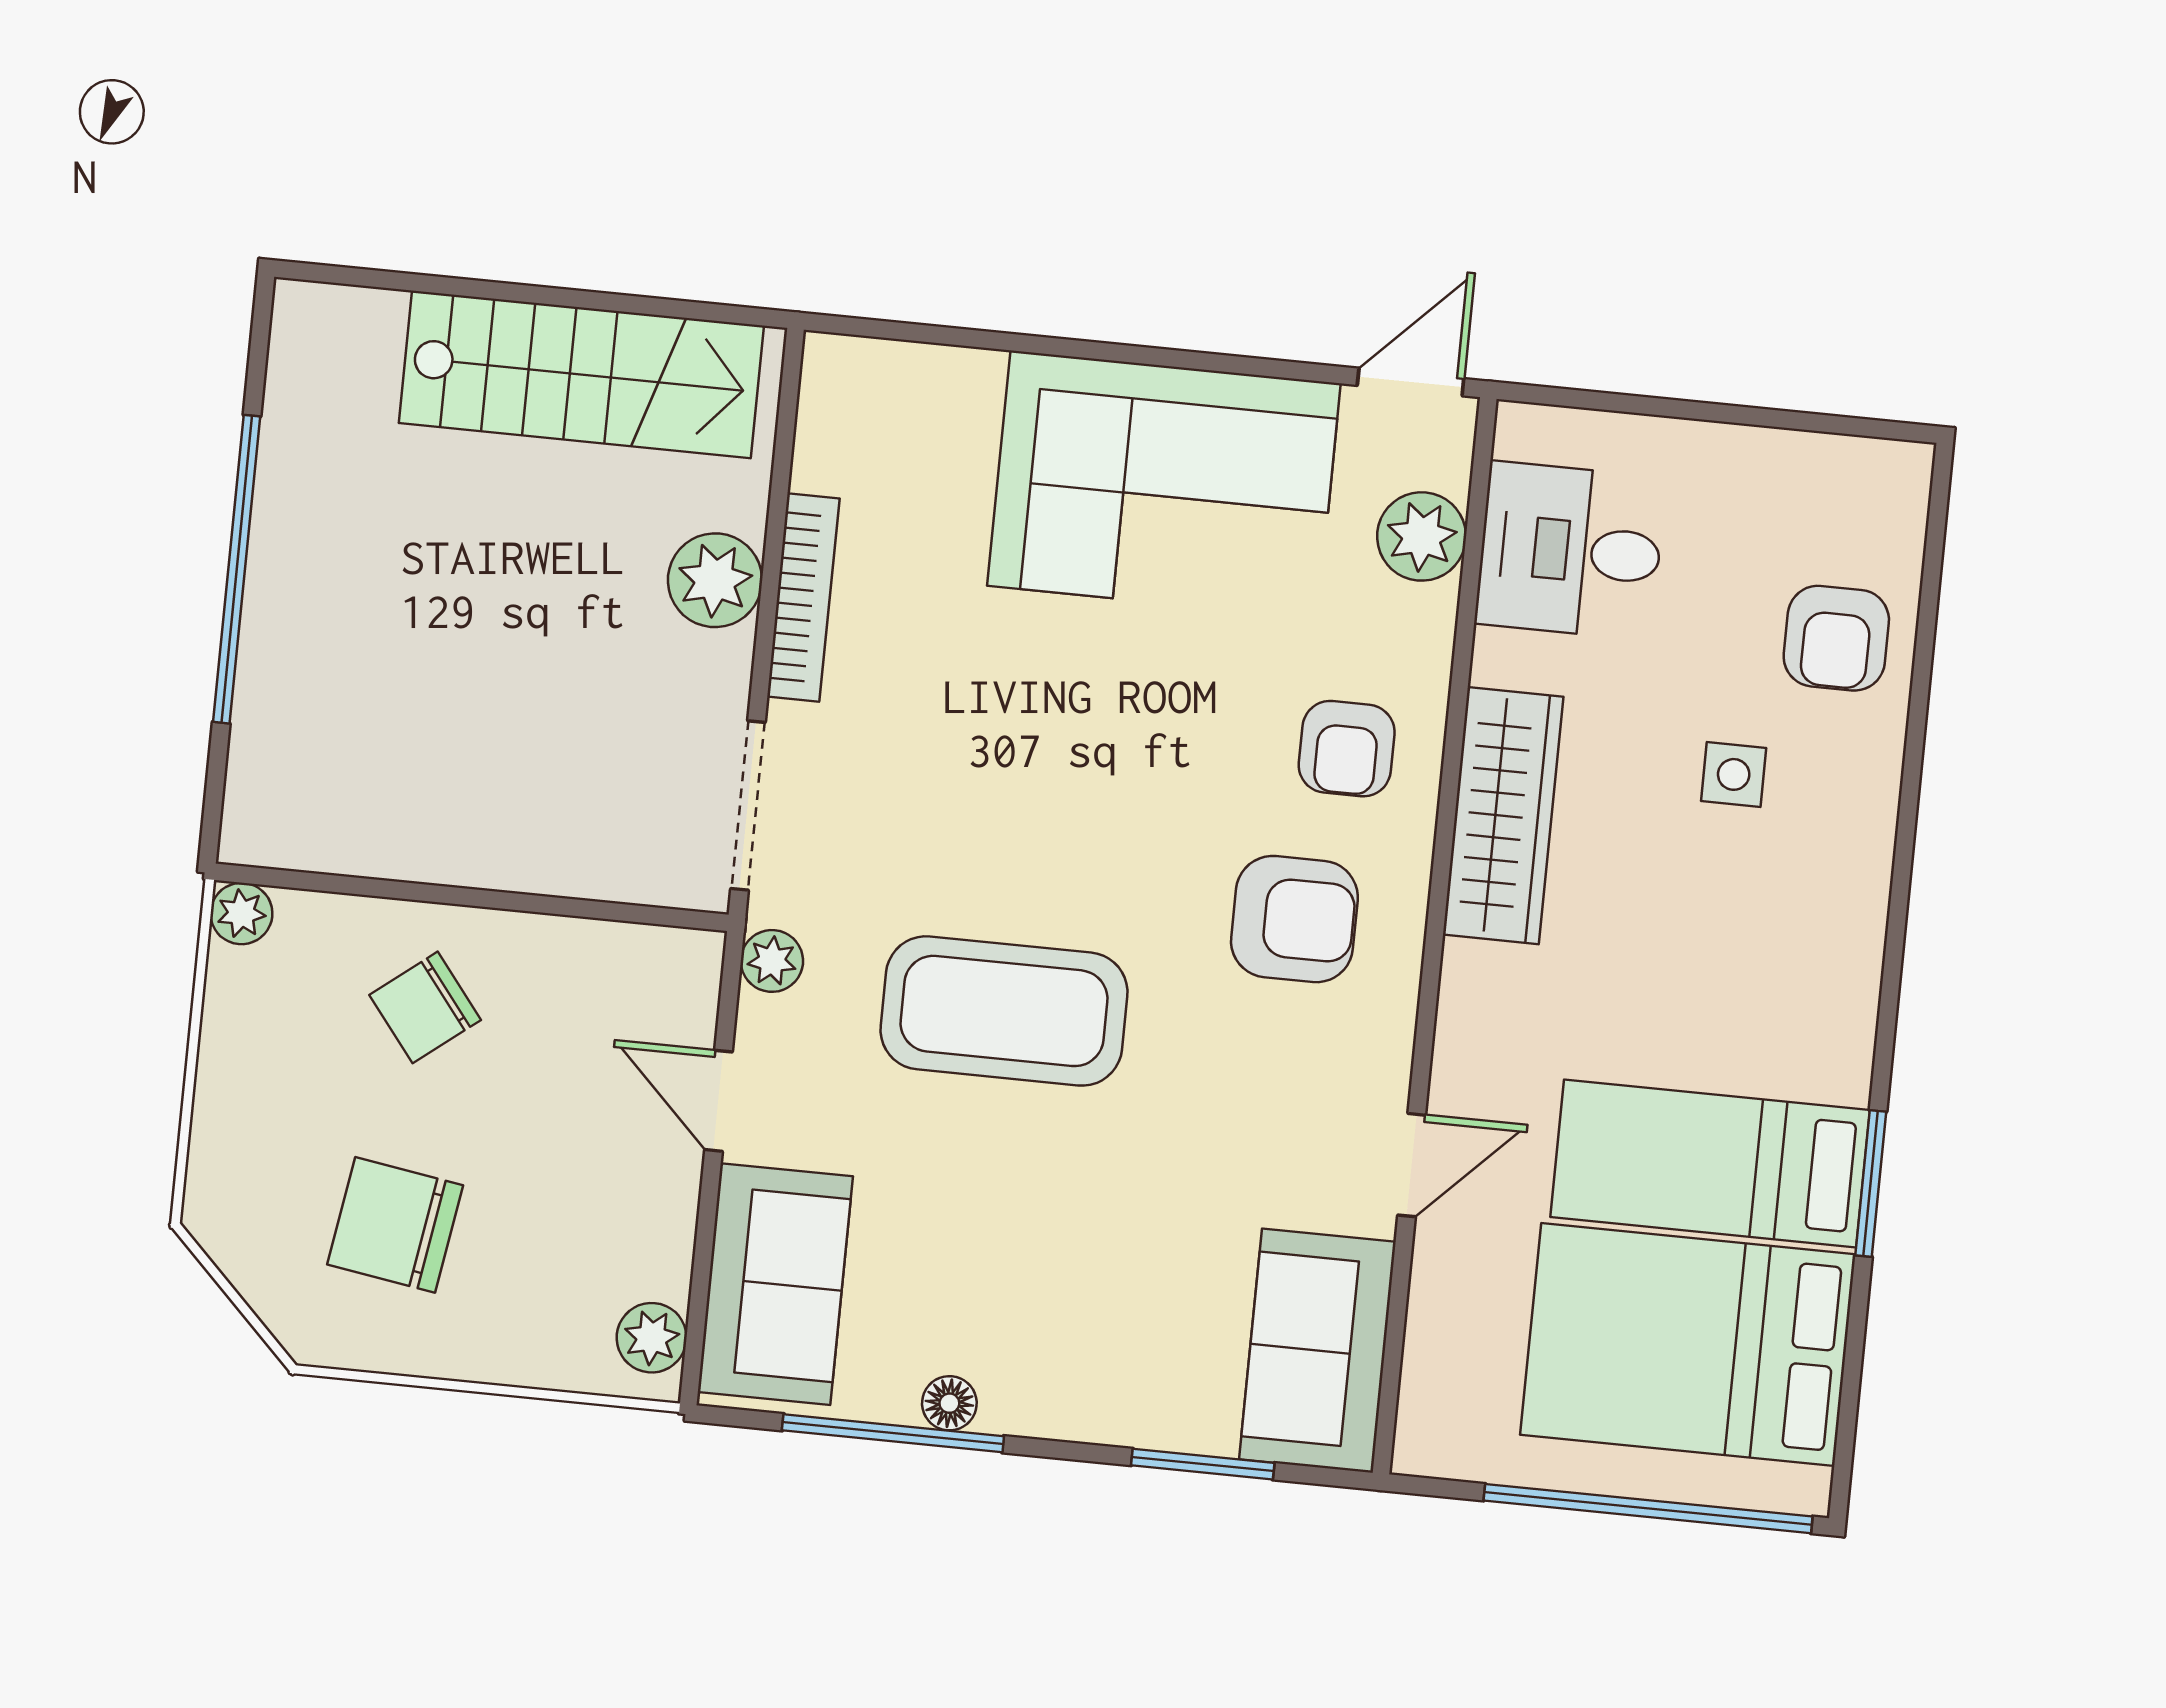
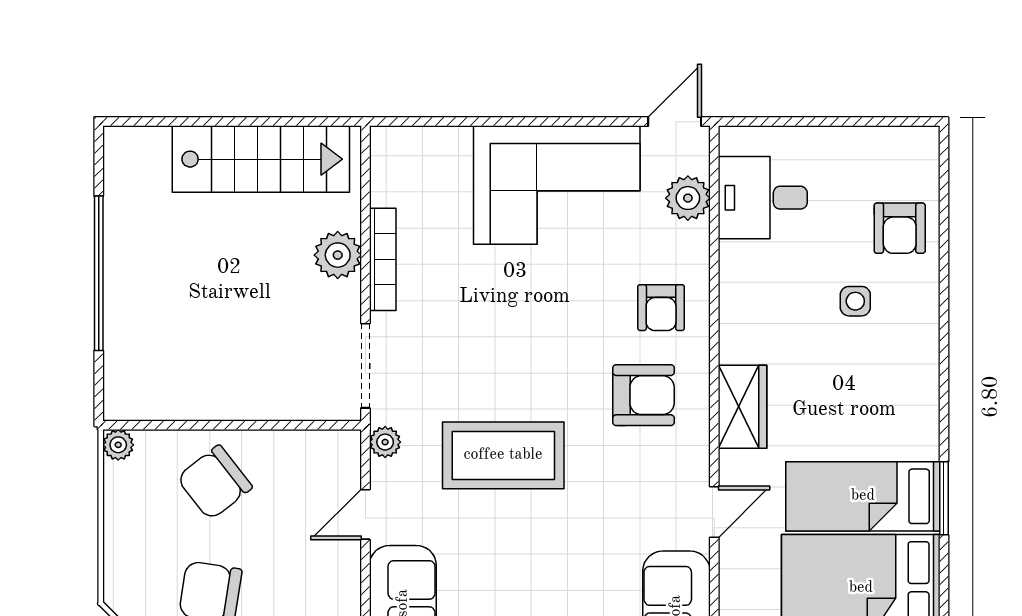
wardrobe: (1503, 816) -> (742, 407), moved, width x0.67
chair: (425, 1007) -> (214, 482), width x1.37, depth x1.37
door: (719, 1101) -> (365, 514), hinge flipped

